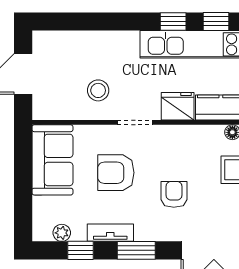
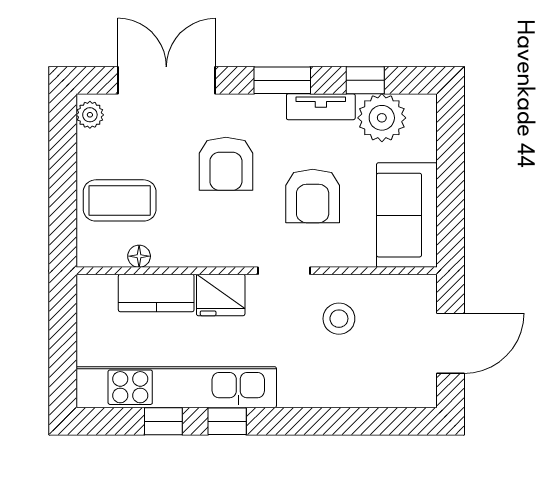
armchair: (116, 173) -> (313, 196), turned 90
armchair: (174, 194) -> (226, 164), width x1.38, depth x1.38
plant: (62, 233) -> (382, 118), width x1.88, depth x1.88

